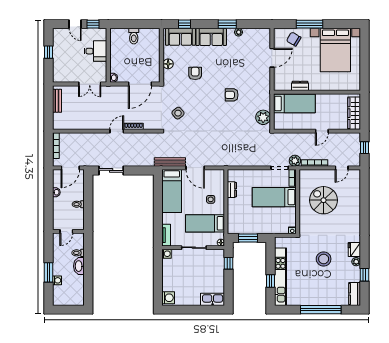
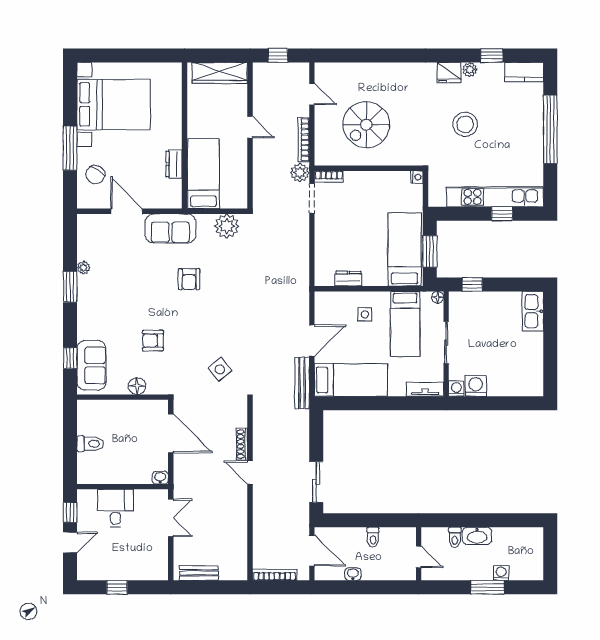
sofa: (211, 37) -> (170, 229), moved, turned 90
bed: (274, 197) -> (404, 249), moved, turned 180
washing machine: (168, 298) -> (476, 386), moved

